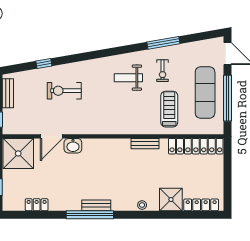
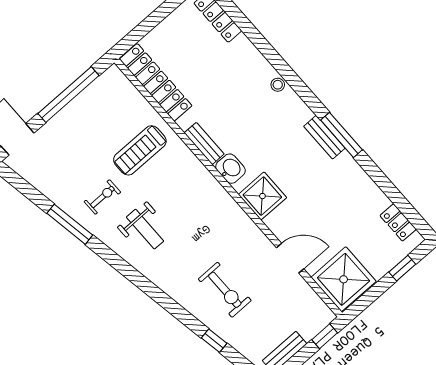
exercise mat: (205, 93) -> (85, 126), removed
washbasin: (73, 146) -> (230, 169), moved
shower: (171, 200) -> (262, 196), moved
locker: (37, 205) -> (398, 222), moved
window: (90, 215) -> (341, 135), width x0.68

